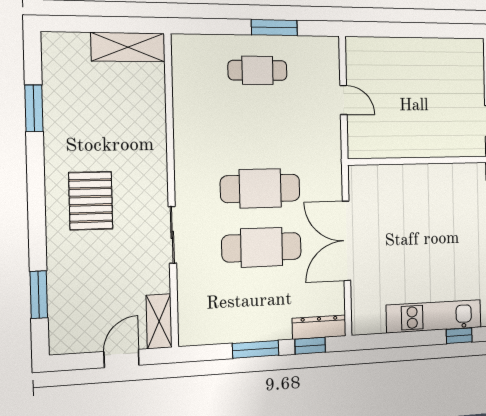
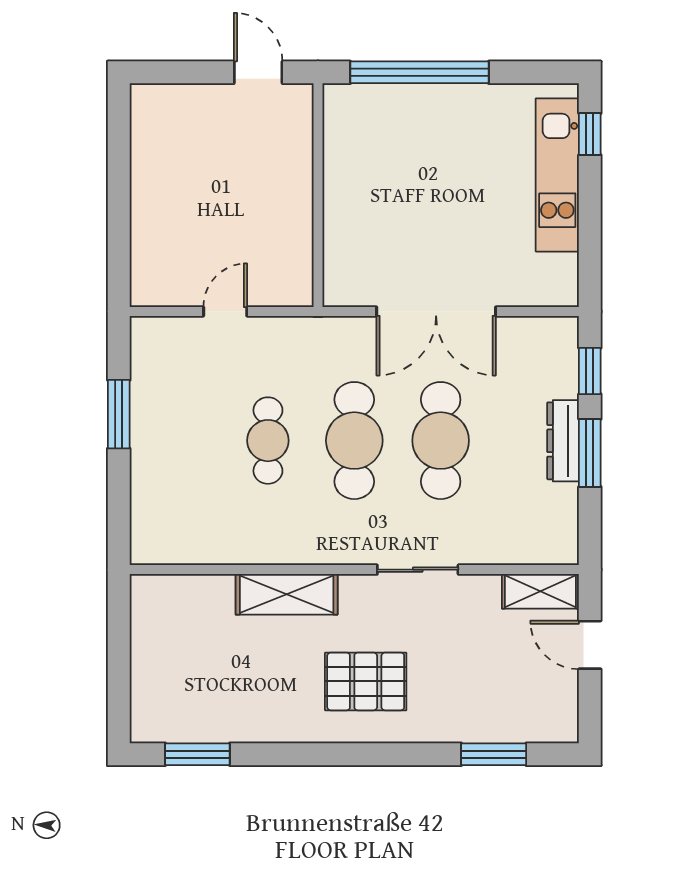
shelving: (128, 47) -> (287, 594), moved, turned 90
cafe table: (258, 70) -> (268, 441), moved
window: (34, 108) -> (197, 754), moved
dresser: (319, 327) -> (563, 441), moved

